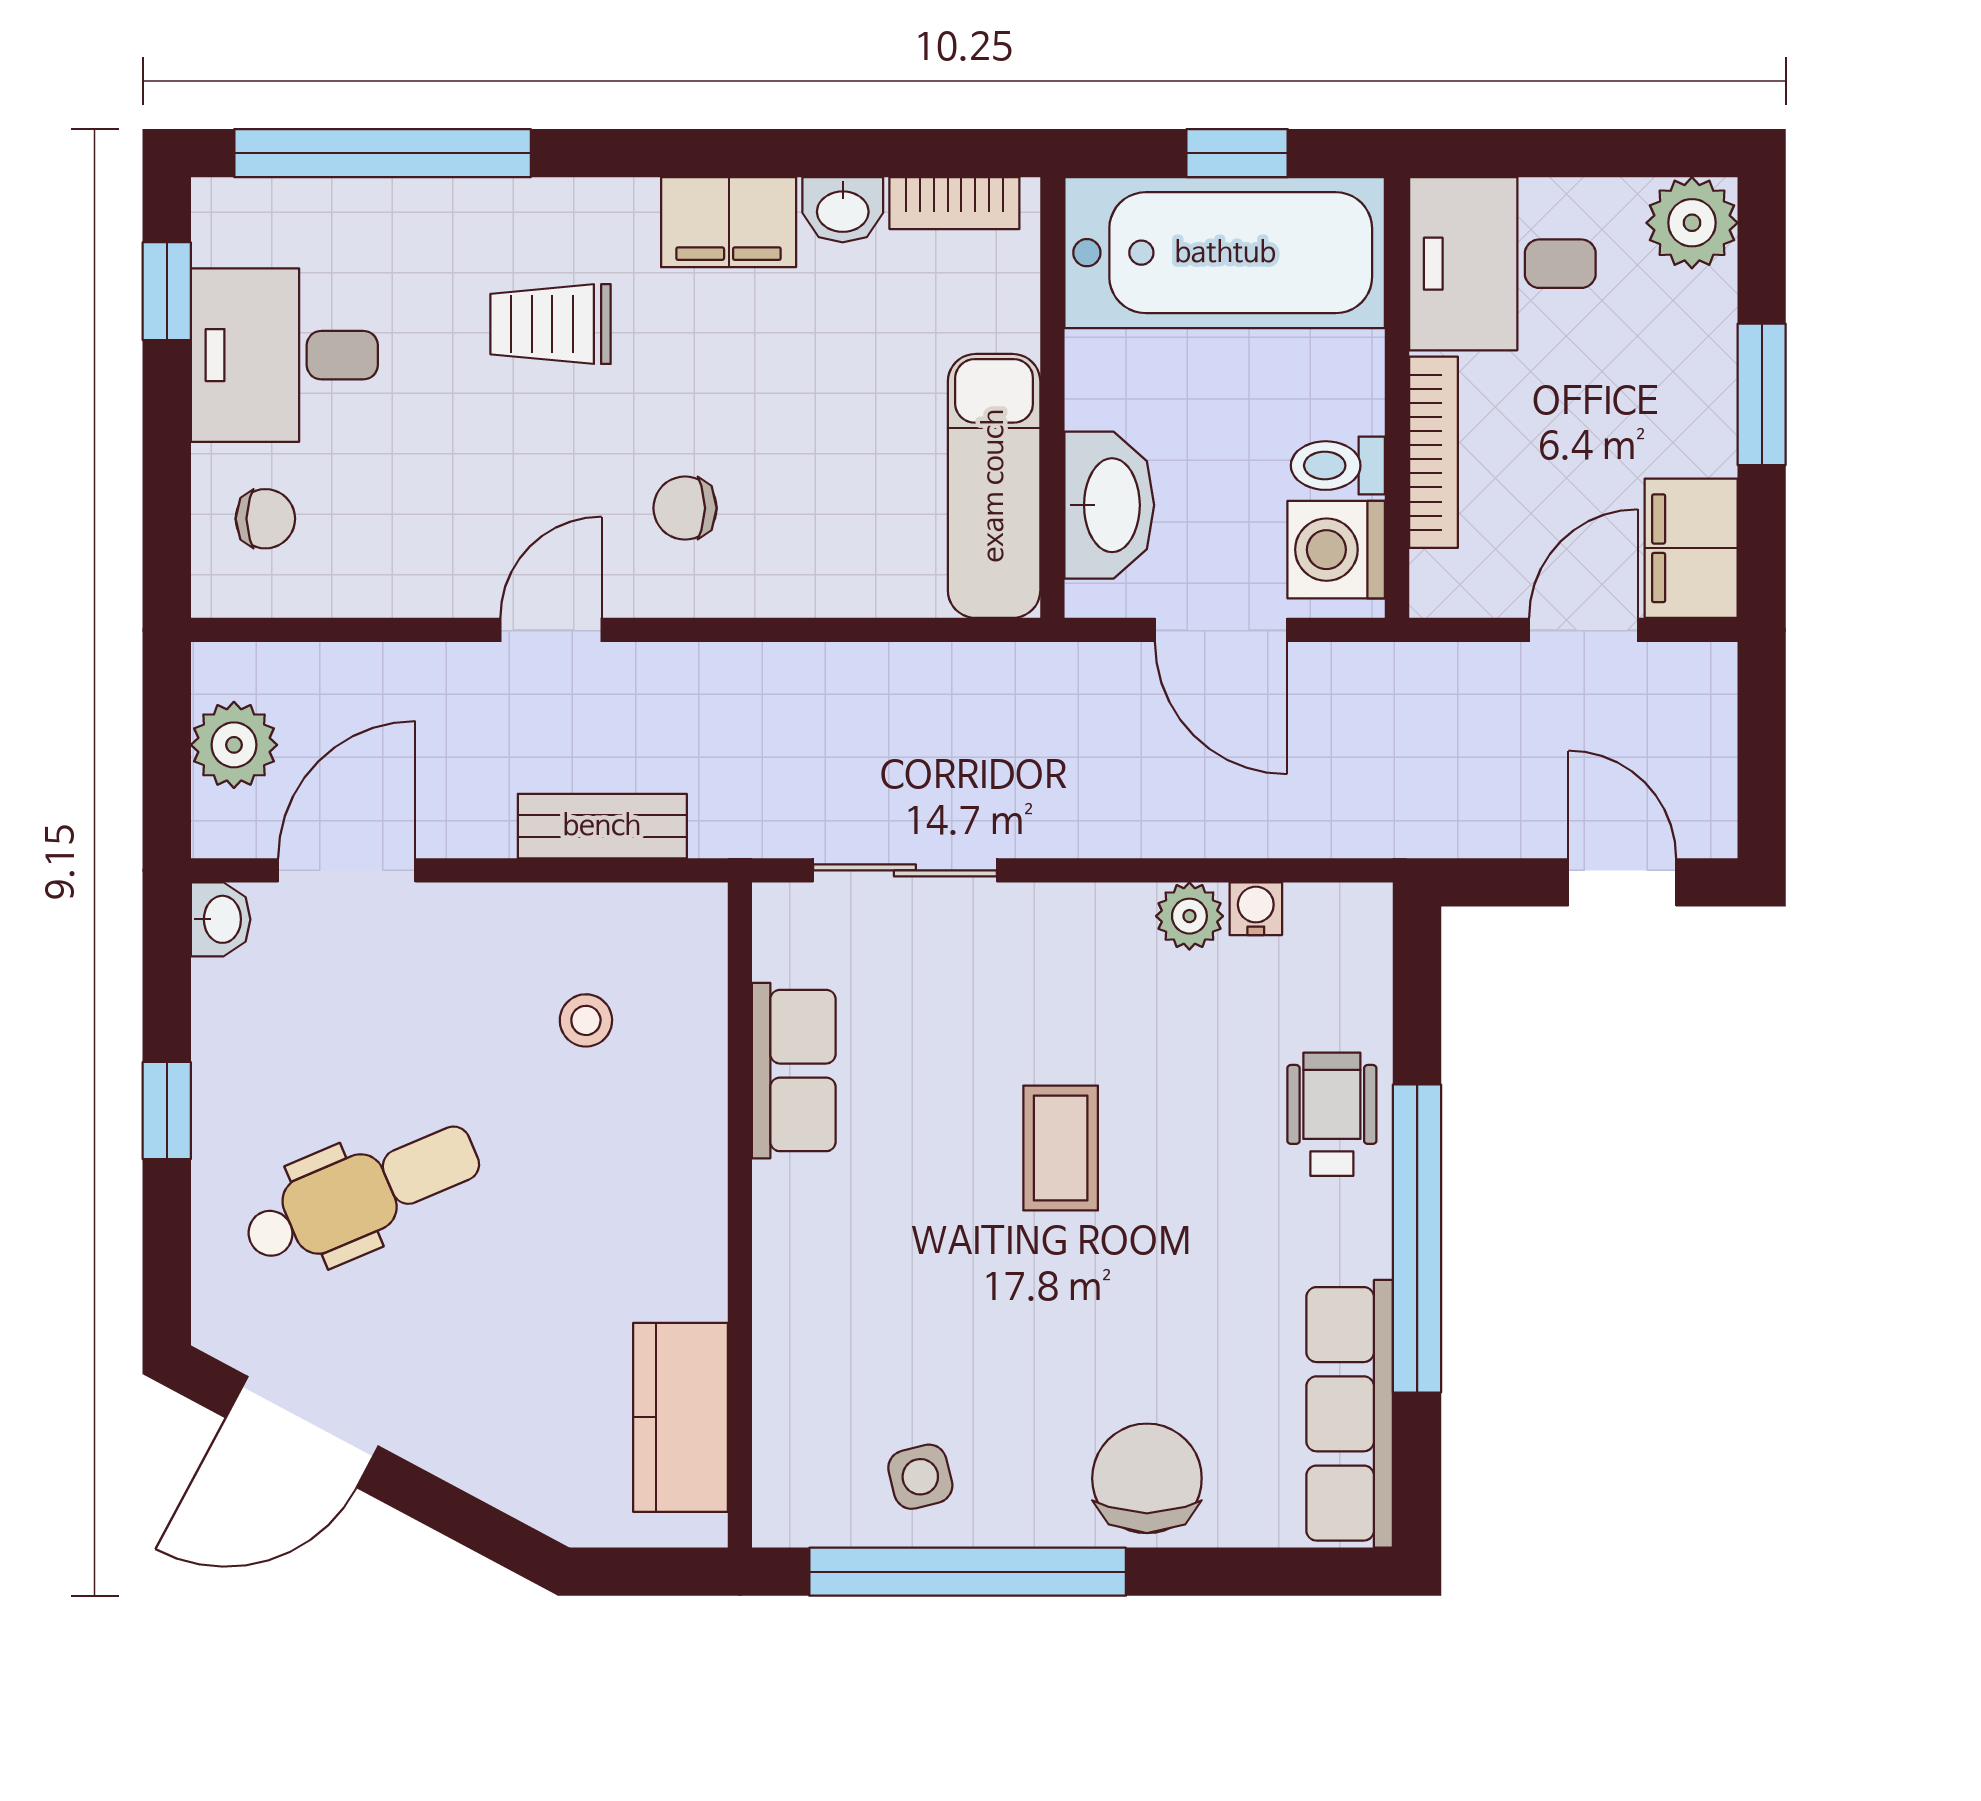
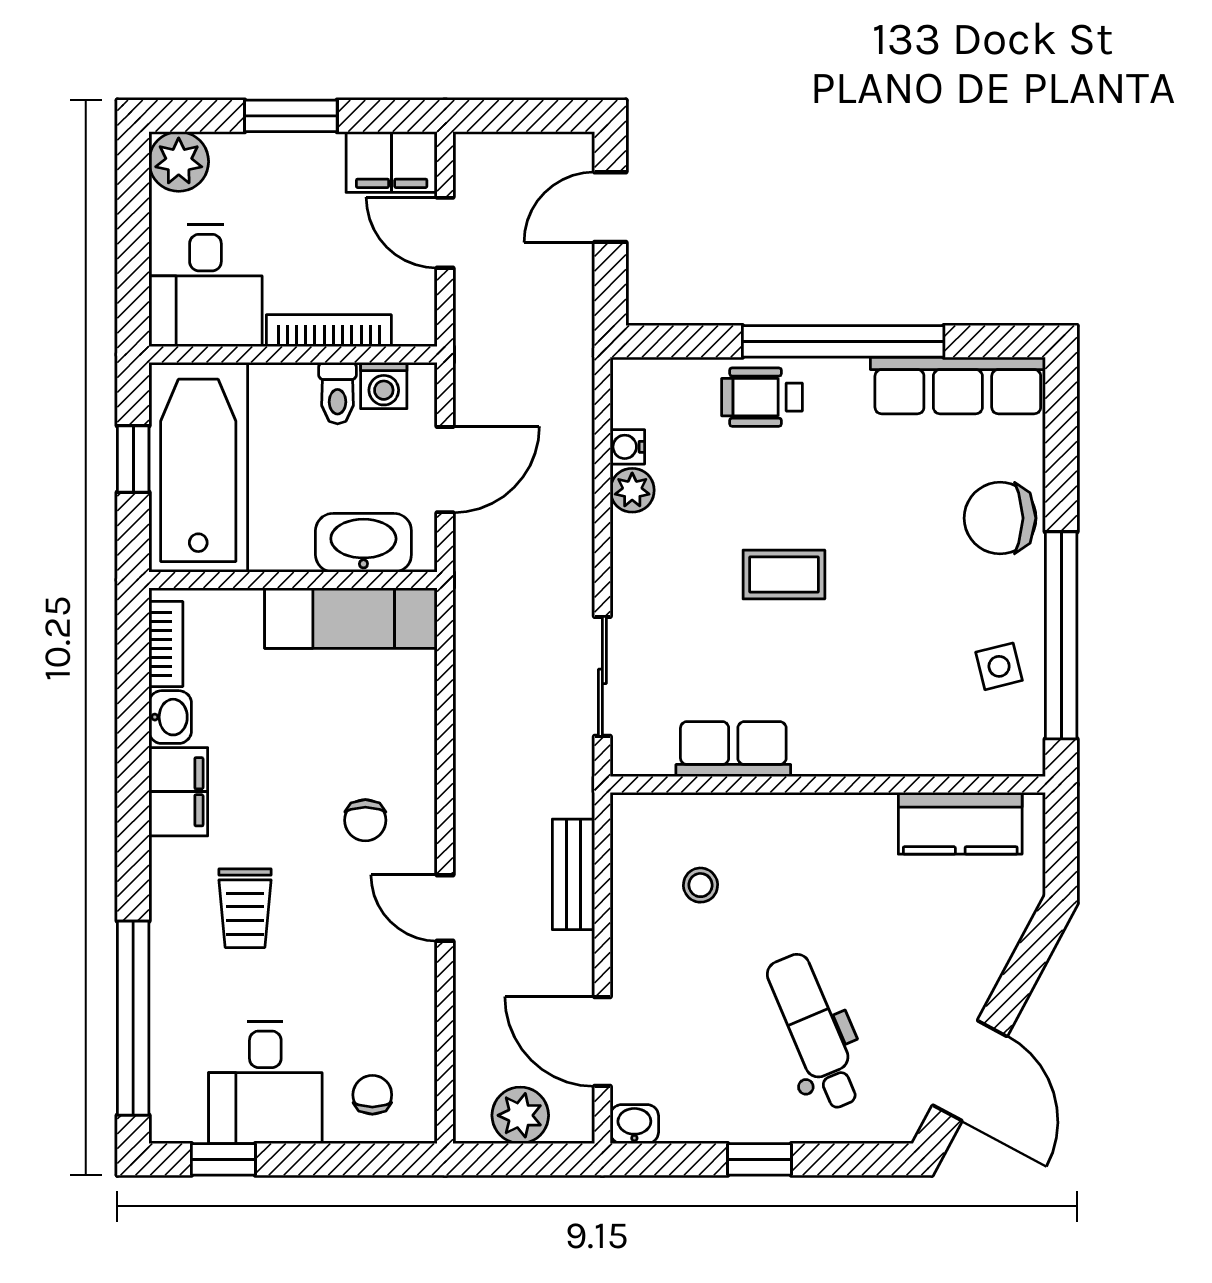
washing machine: (1336, 550) -> (384, 386), width x0.73, depth x0.73

